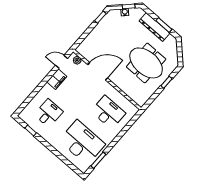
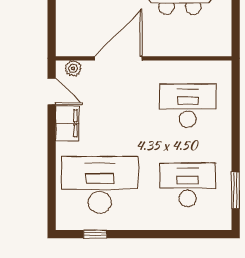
door: (61, 62) -> (52, 91), swing flipped
desk: (49, 113) -> (100, 185), width x1.87, depth x1.30
desk: (82, 142) -> (188, 185), width x0.73, depth x0.77

